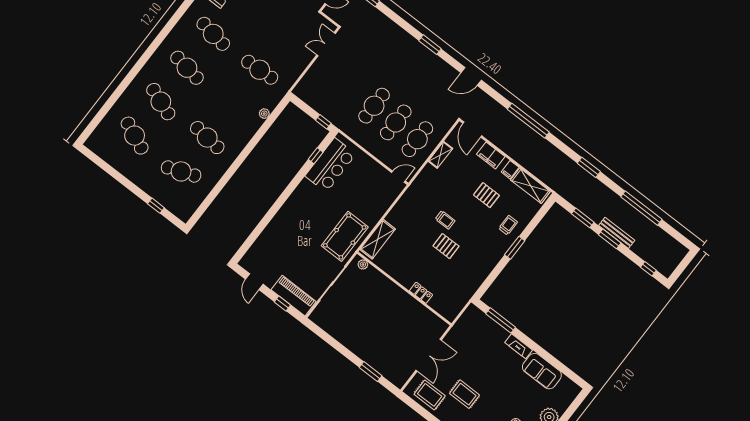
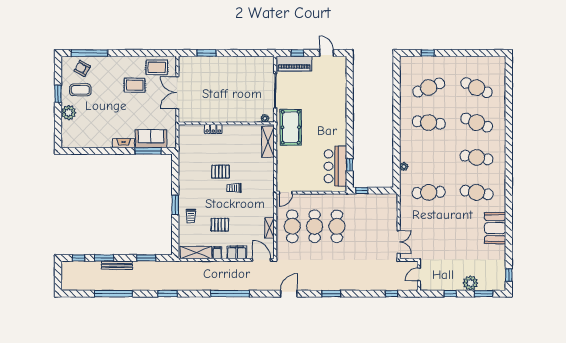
window: (610, 239) -> (104, 258), moved
sofa: (542, 371) -> (151, 139), moved

